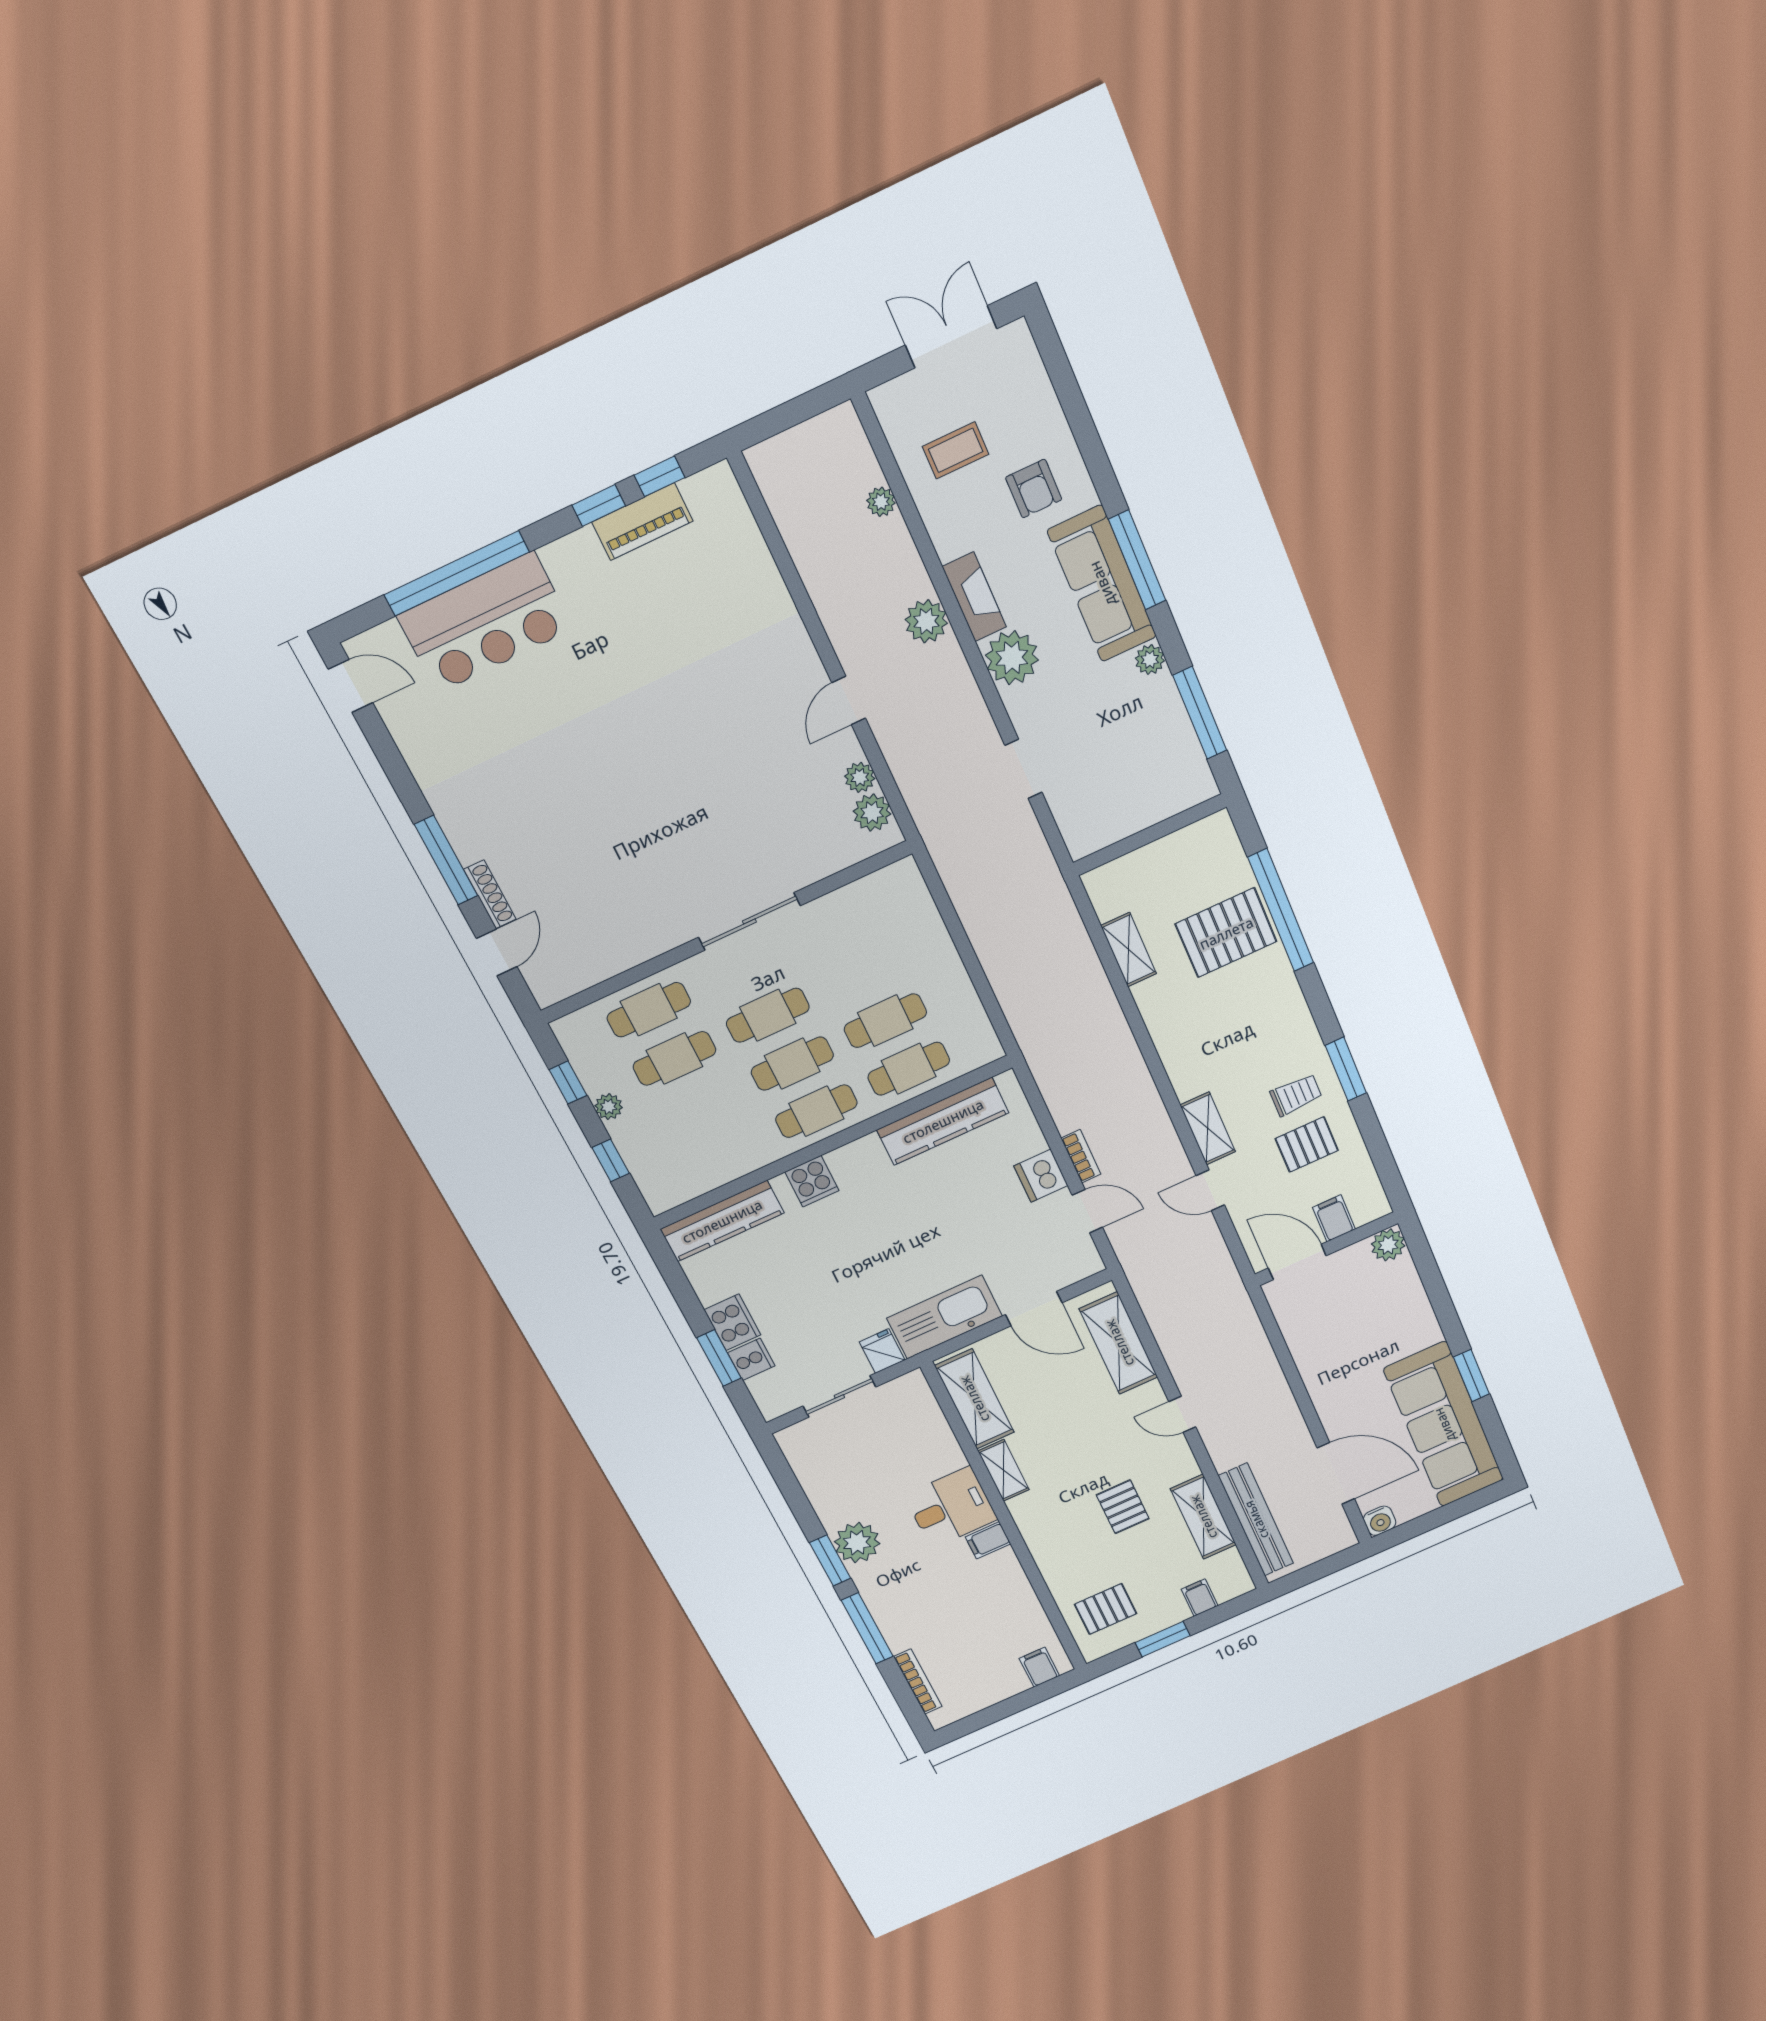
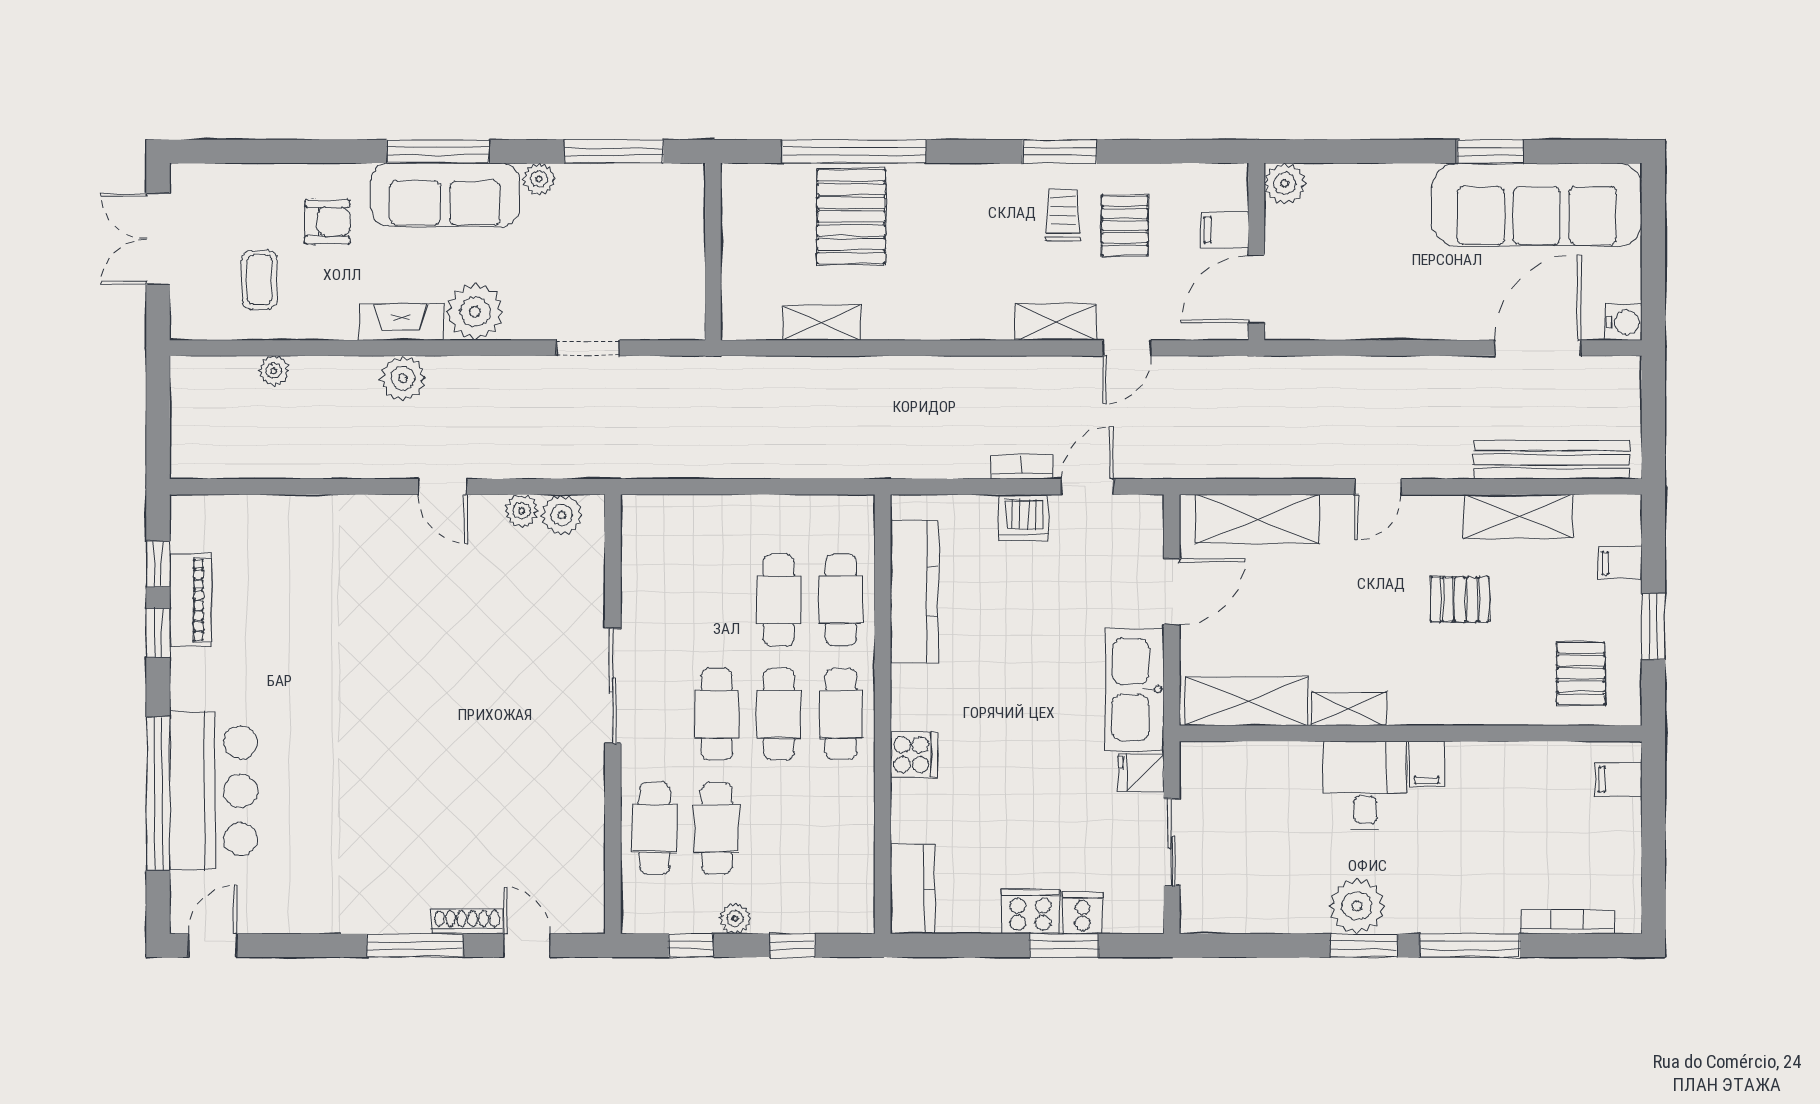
kitchen counter: (722, 1221) -> (913, 889), width x0.67

